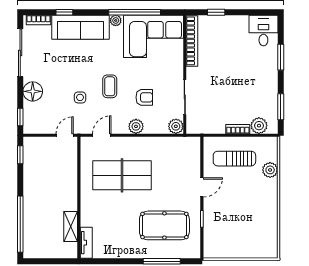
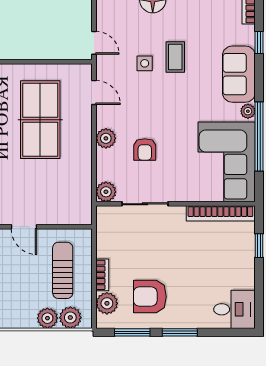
sofa: (80, 27) -> (239, 74), width x0.73
window: (281, 57) -> (180, 332), moved
coffee table: (110, 86) -> (175, 57), moved, turned 90
armchair: (254, 94) -> (150, 297), added
plant: (270, 153) -> (70, 318), added

